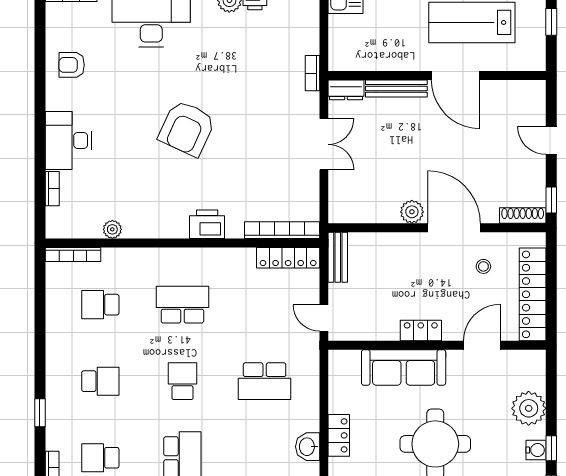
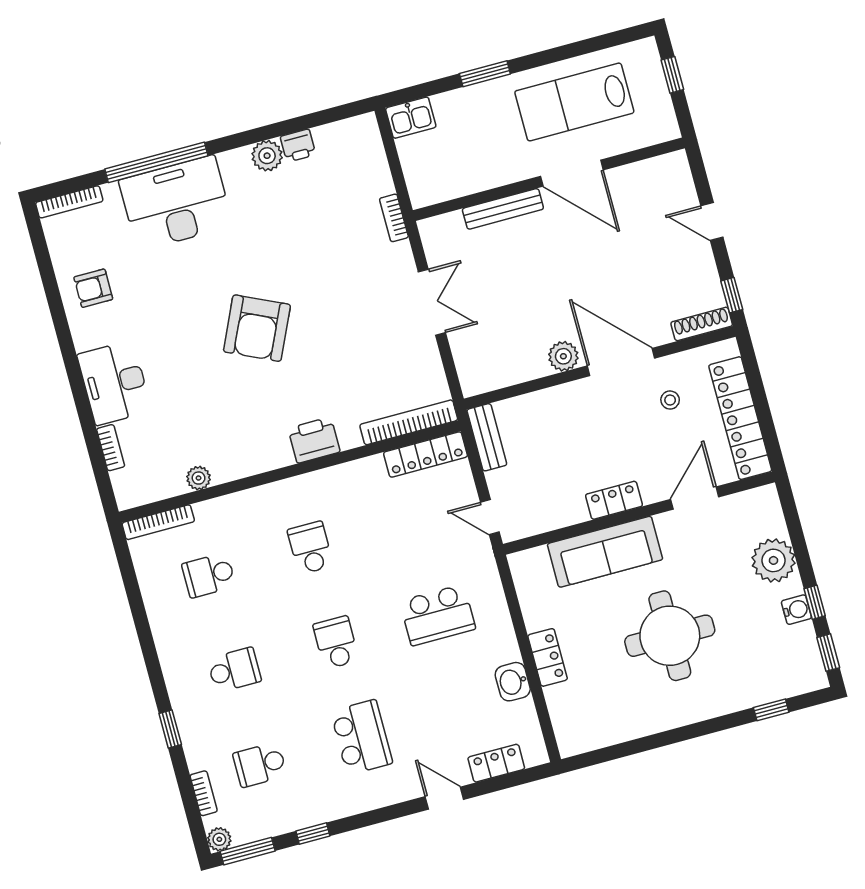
dresser: (346, 90) -> (441, 227), removed
school desk: (182, 305) -> (310, 548), width x0.54

